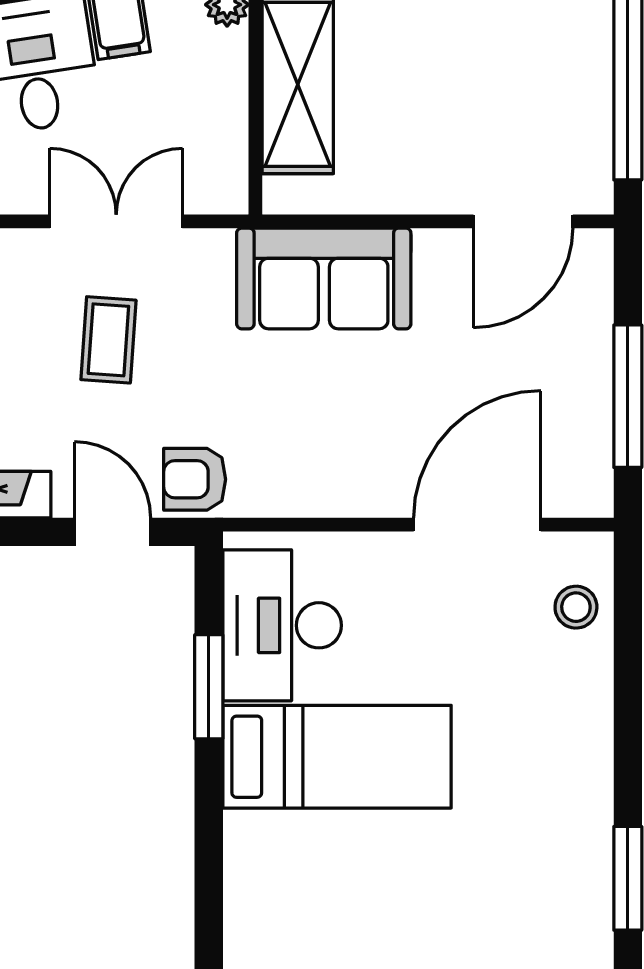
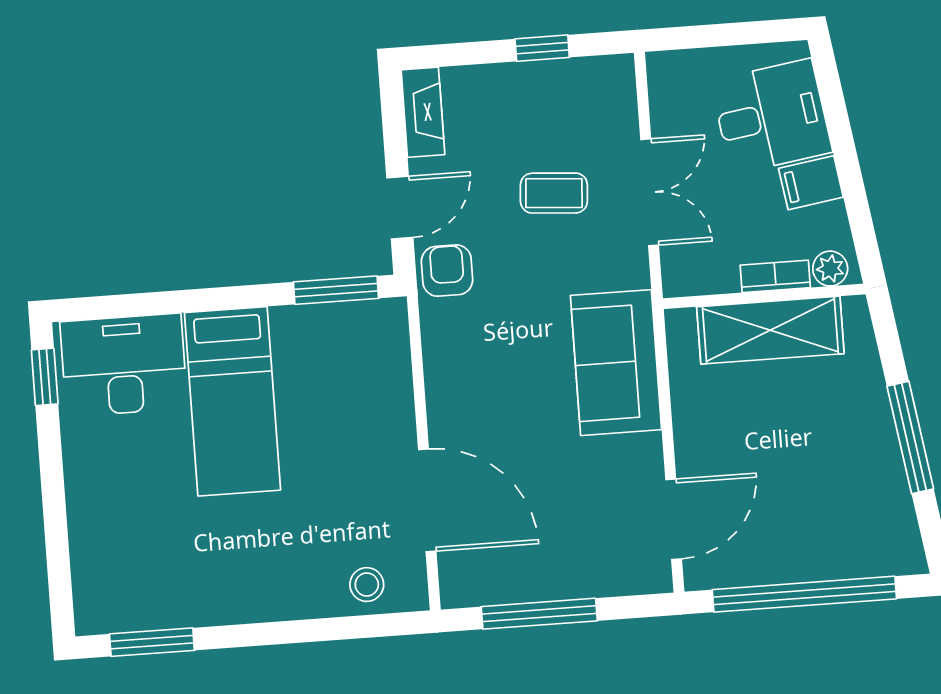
bookcase: (232, 73) -> (775, 276), added
door: (523, 221) -> (674, 519), swing flipped
desk: (282, 625) -> (124, 365), moved
window: (209, 687) -> (336, 290), moved

